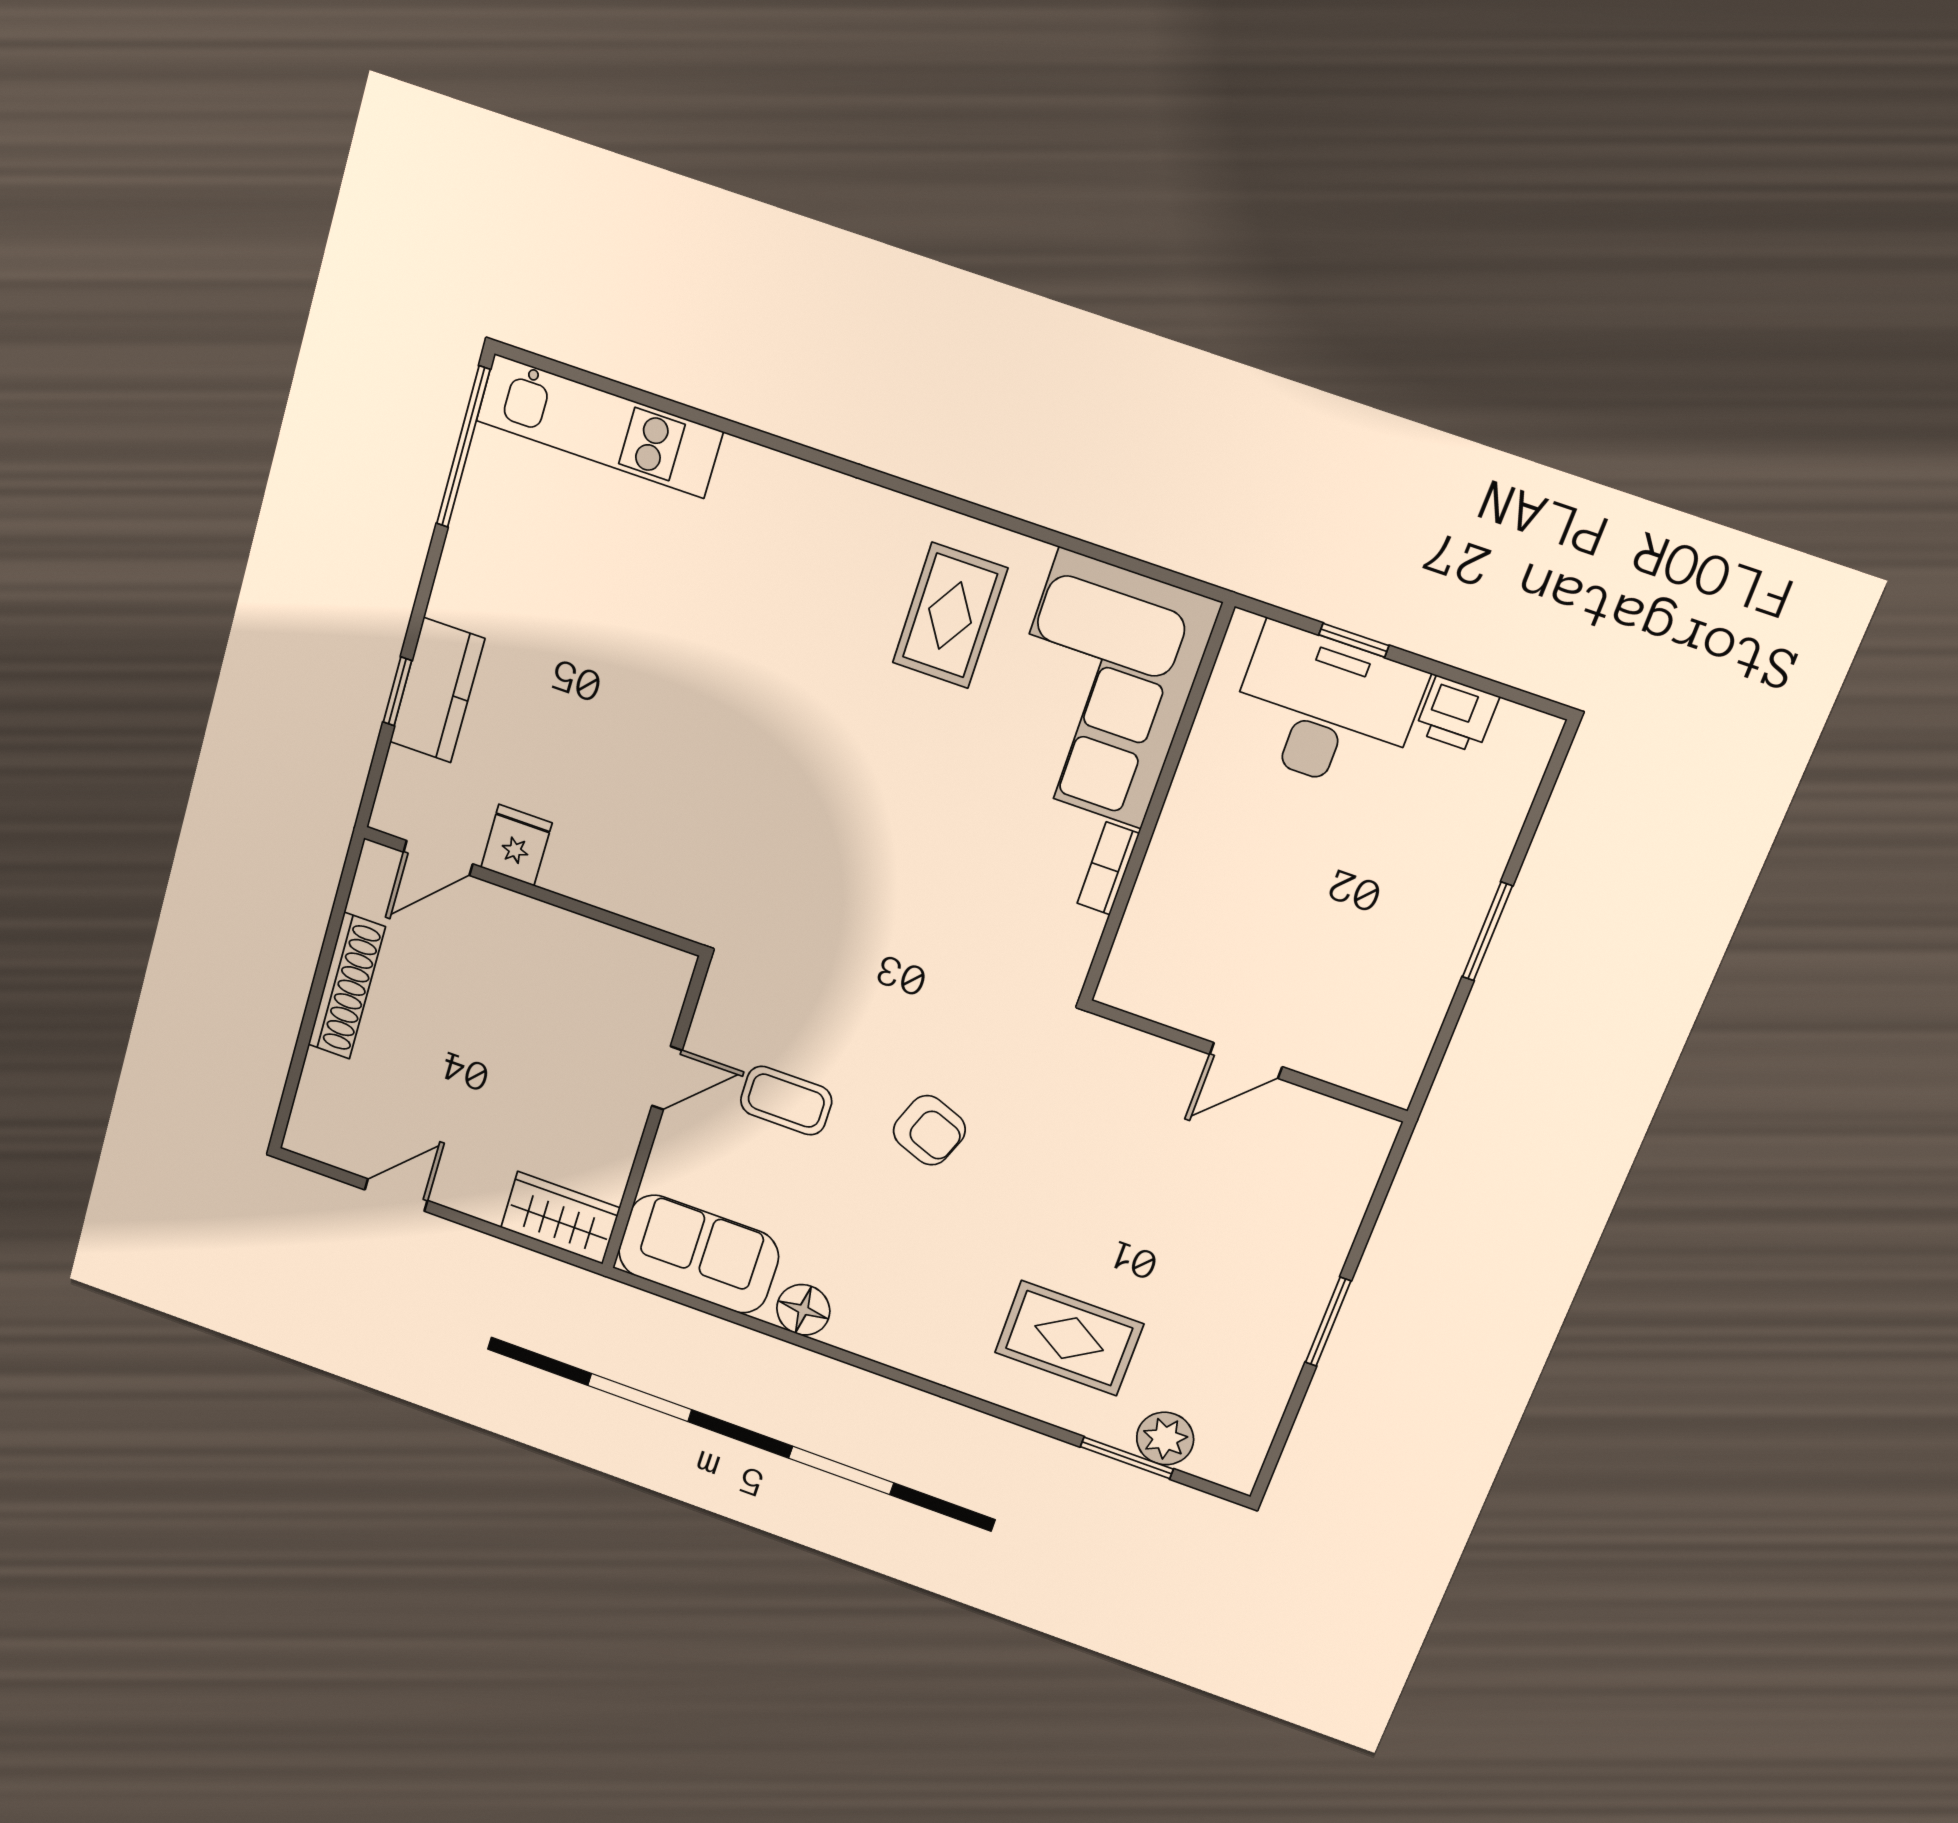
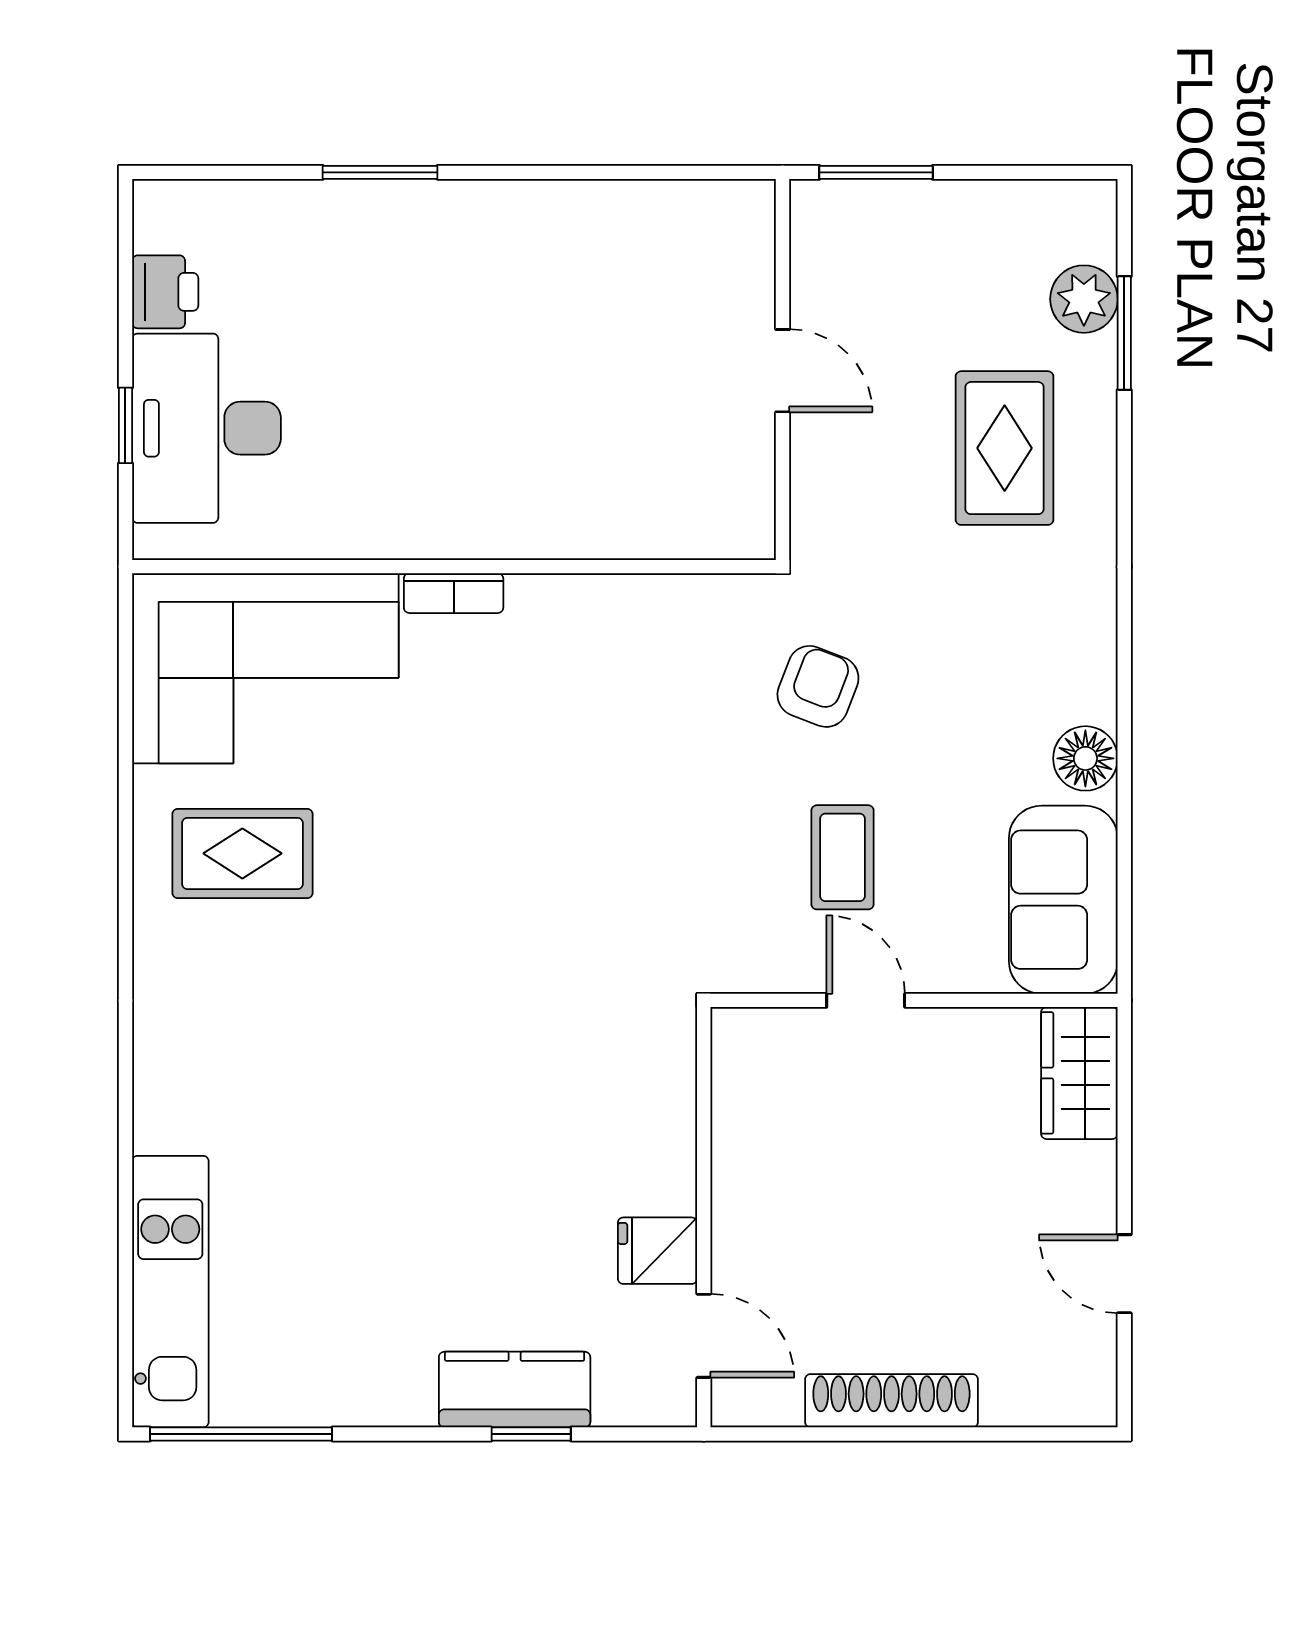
door: (1246, 1061) -> (783, 371), moved
wall: (1247, 1061) -> (783, 370), moved

